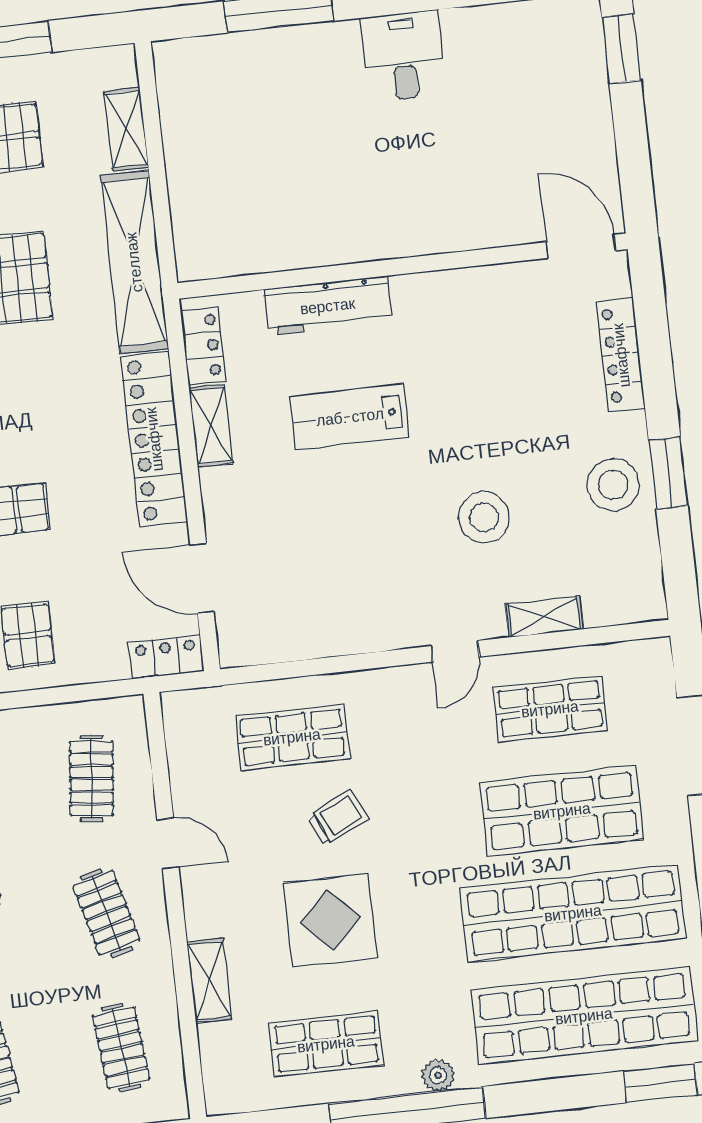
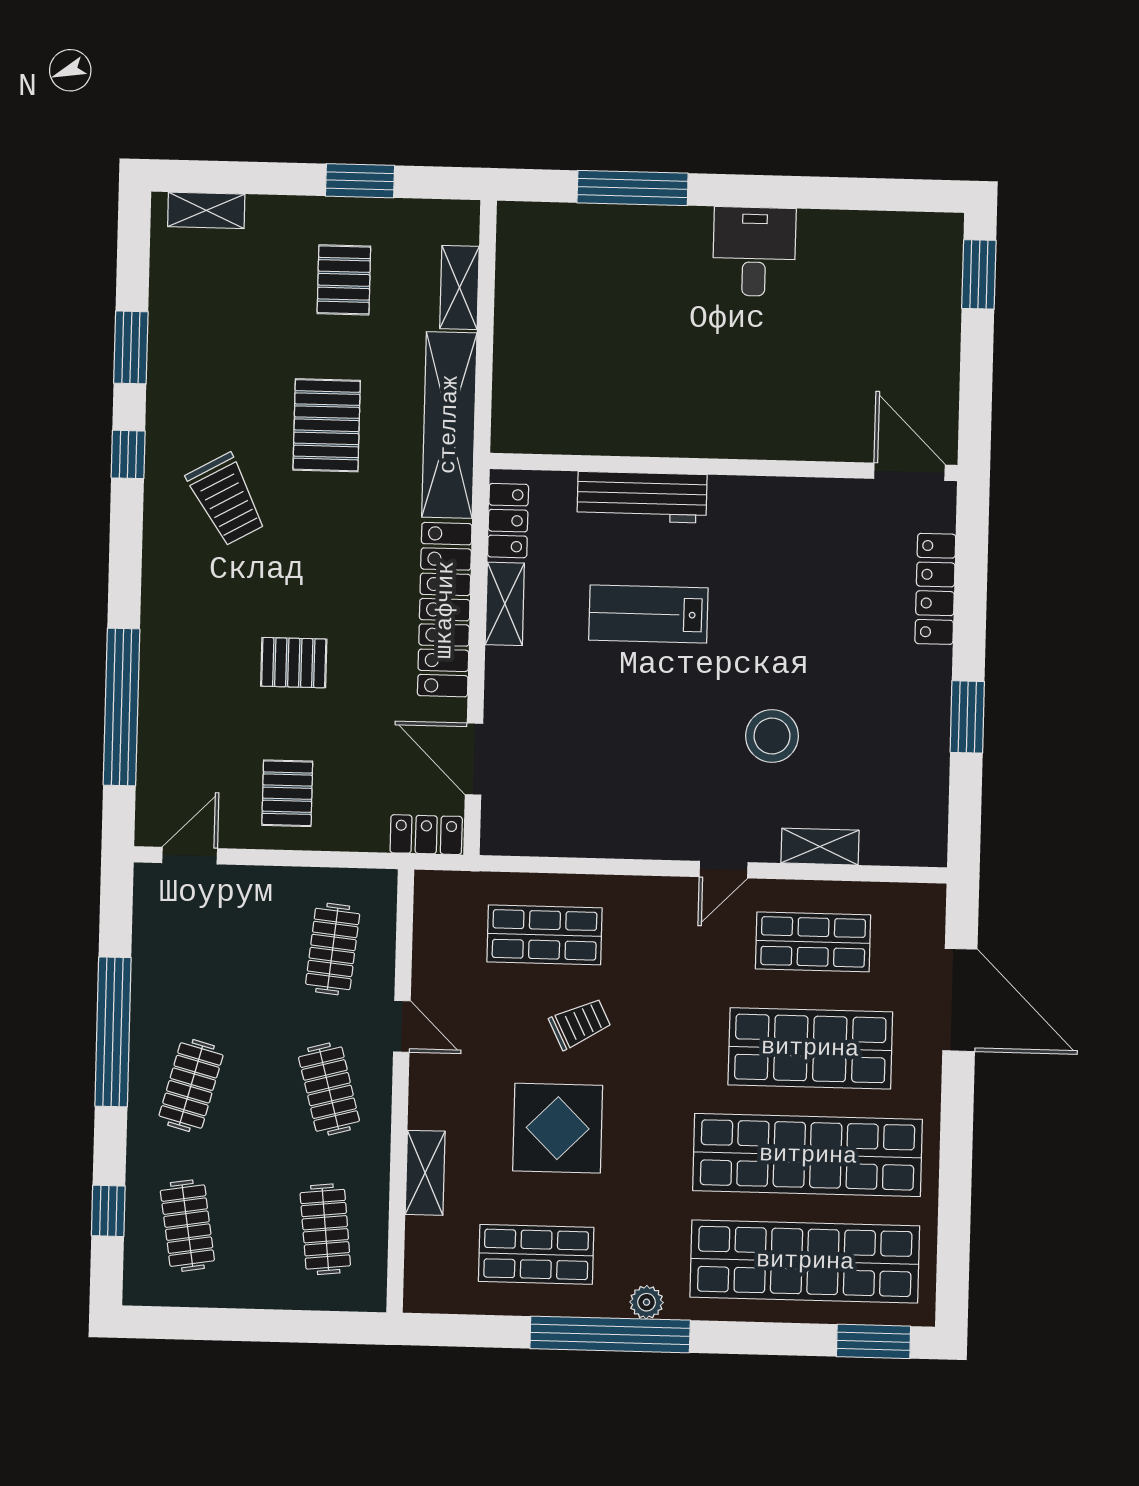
stool: (613, 485) -> (909, 721), removed

